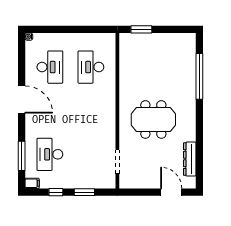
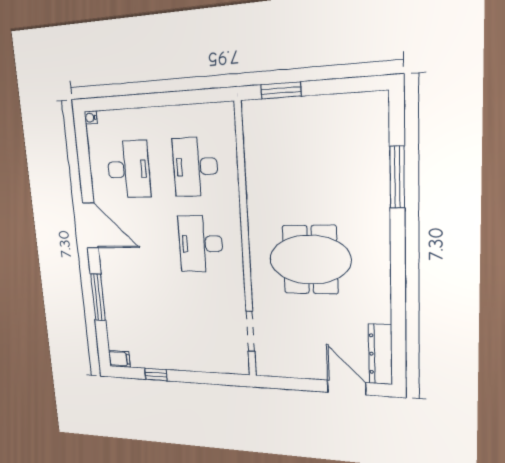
window: (199, 76) -> (397, 177), width x0.68
desk: (50, 154) -> (201, 244), moved
window: (22, 156) -> (98, 297), moved
dresser: (190, 159) -> (380, 354), moved
window: (84, 192) -> (200, 377), removed

